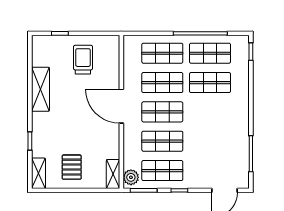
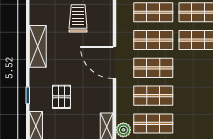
pallet: (72, 167) -> (61, 97), moved

